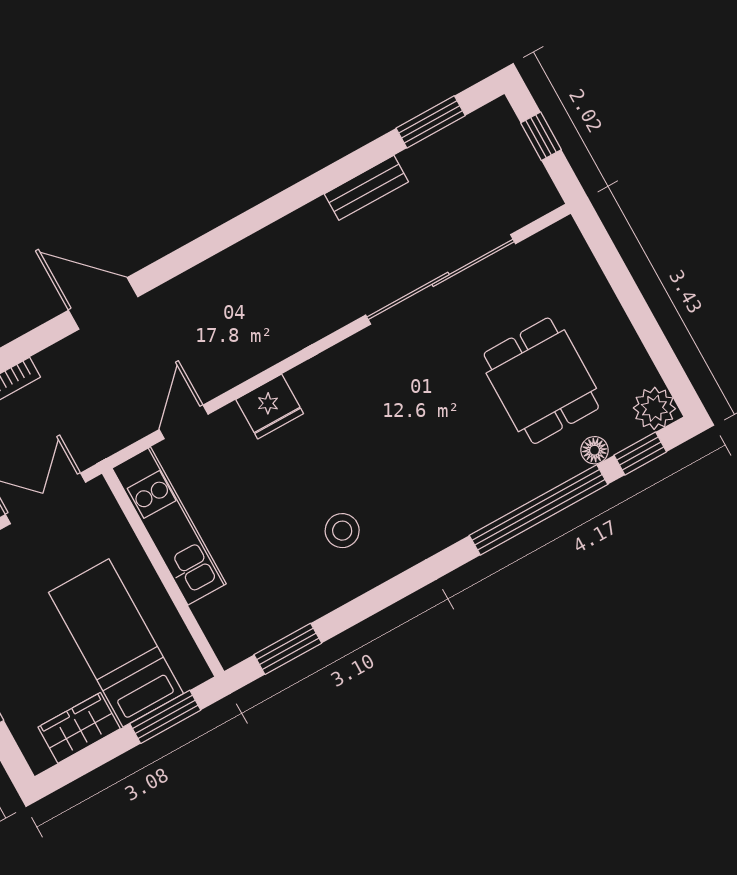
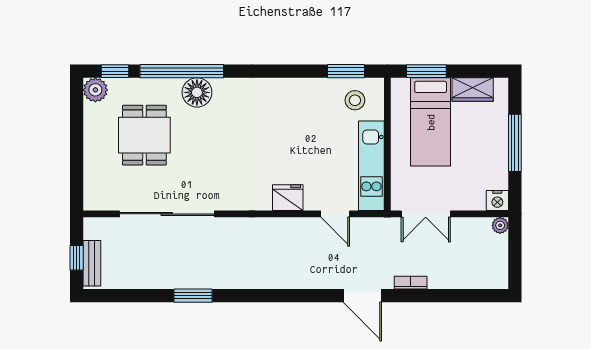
window: (431, 122) -> (193, 296), moved
bench: (366, 188) -> (92, 263), moved, turned 90
door: (103, 303) -> (362, 296), moved
door: (184, 422) -> (335, 214), hinge flipped
floor lamp: (595, 450) -> (197, 92), moved, width x1.89, depth x1.89
stool: (342, 531) -> (355, 100), moved

